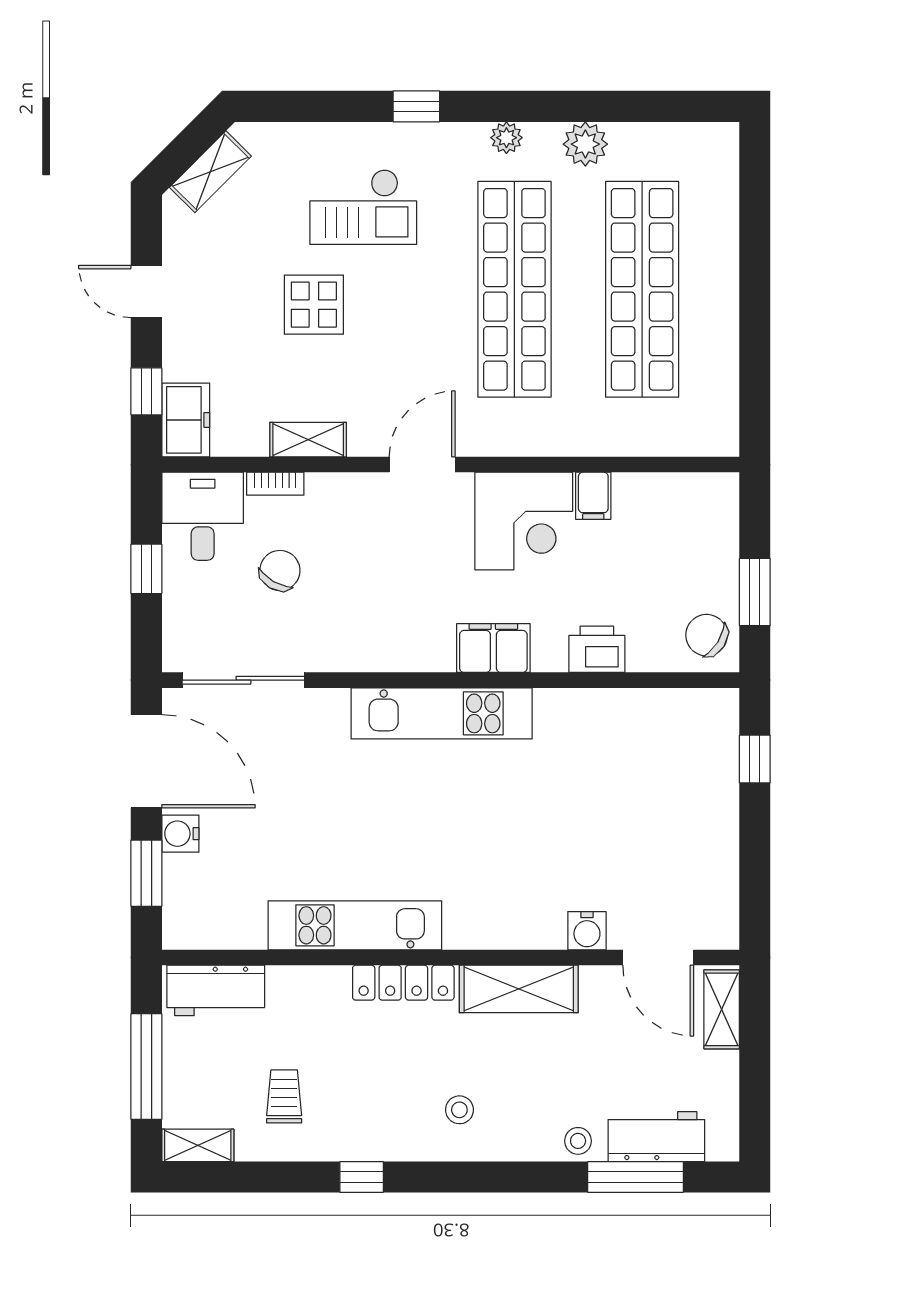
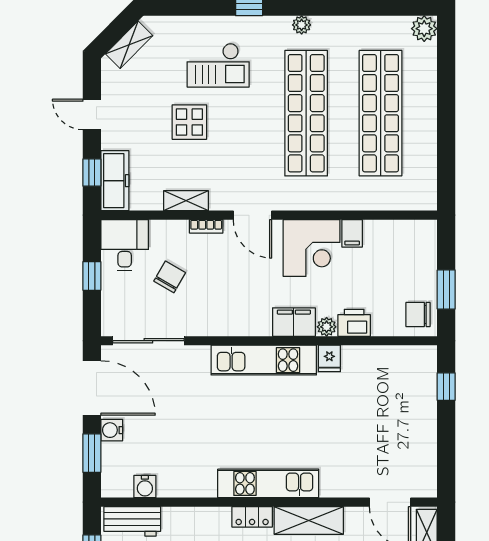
plant: (585, 144) -> (424, 29), moved
freezer: (186, 420) -> (115, 181), width x1.40
door: (422, 465) -> (252, 215), swing flipped
bookcase: (275, 484) -> (206, 226), moved
chair: (707, 635) -> (418, 315), turned -32
plant: (549, 656) -> (327, 327), added
fridge: (554, 711) -> (329, 358), added
kitchen unit: (355, 925) -> (268, 483), moved
water cooler: (587, 931) -> (145, 487), moved
locker: (403, 983) -> (252, 517), width x0.66

